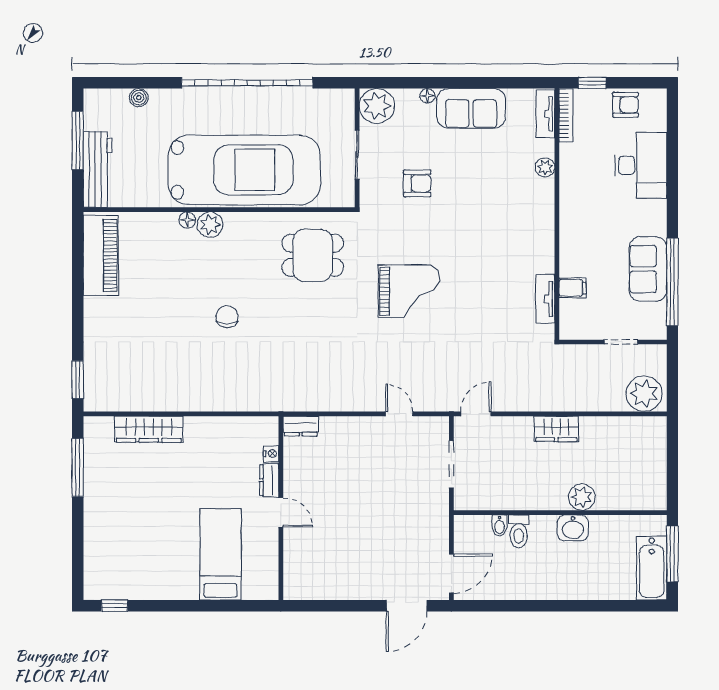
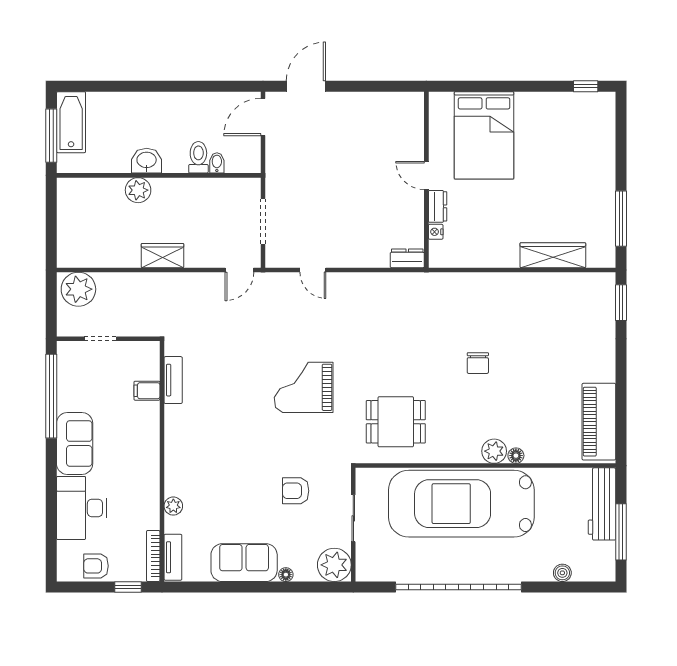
sofa: (648, 269) -> (75, 443), moved
bed: (221, 554) -> (484, 135), width x1.50

